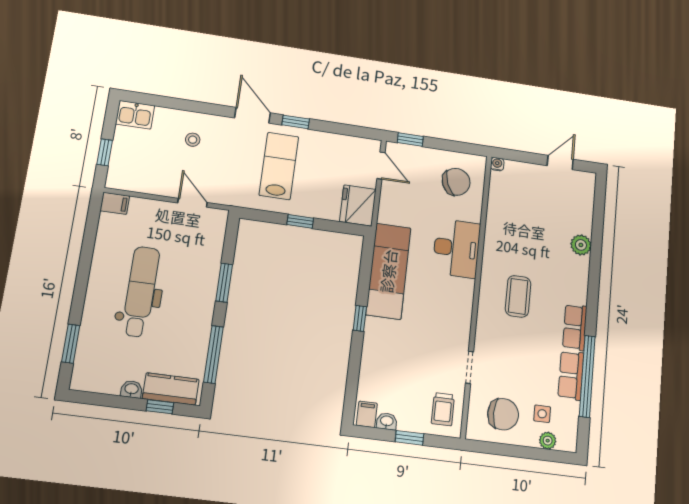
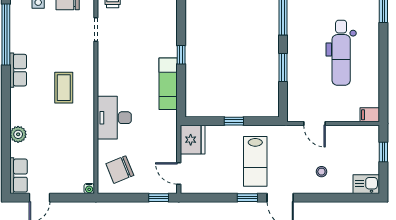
exam couch: (388, 271) -> (168, 84), width x0.73, depth x0.69
row of seats: (571, 375) -> (19, 176), moved

